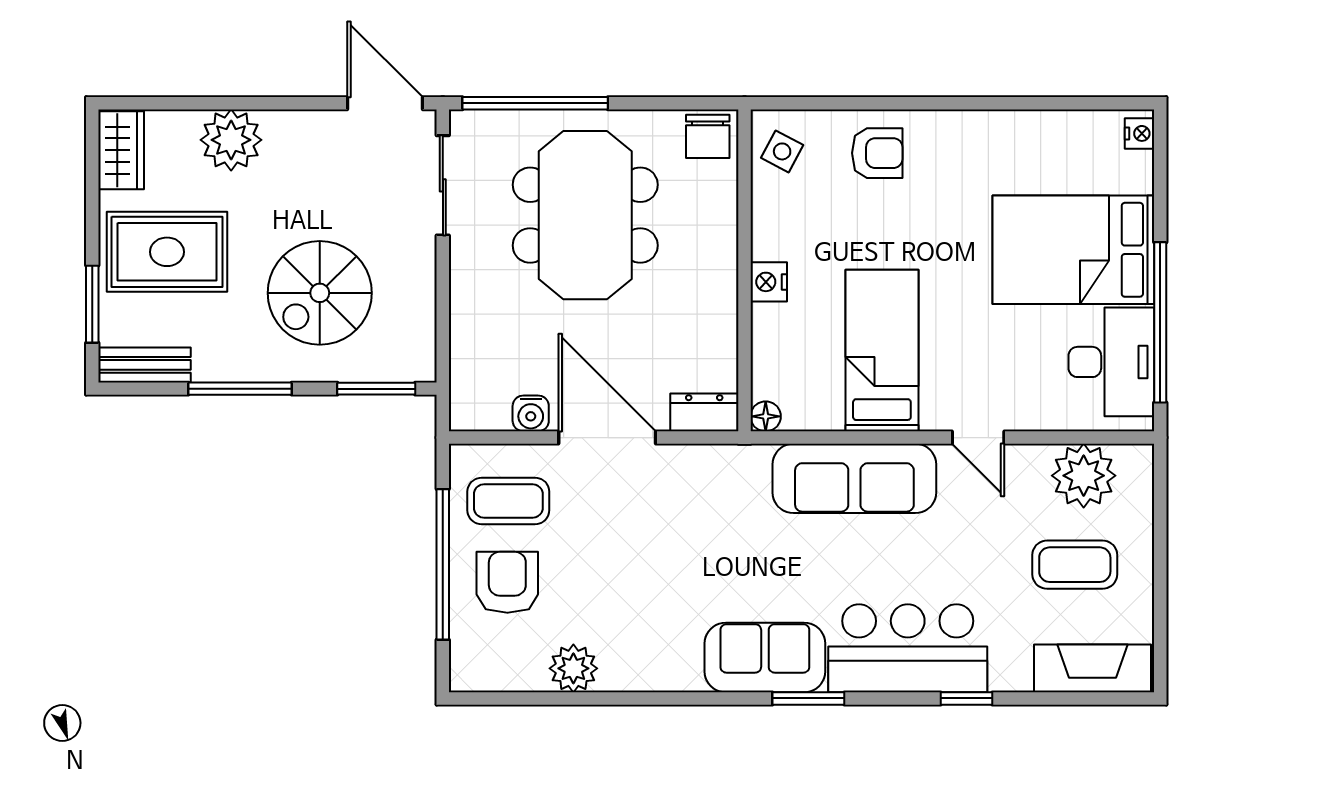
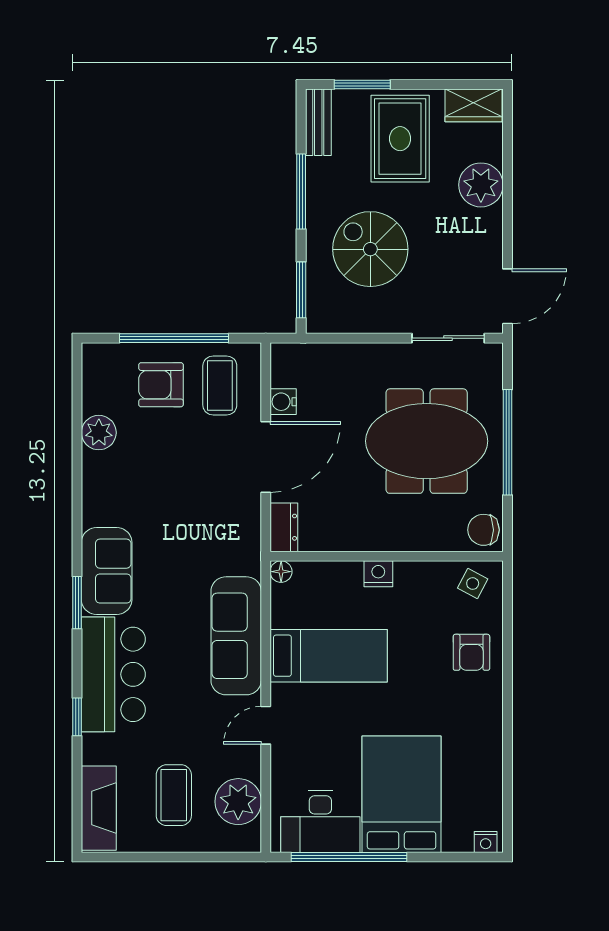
window: (535, 103) -> (507, 442), moved
armchair: (507, 582) -> (161, 385), turned 180

